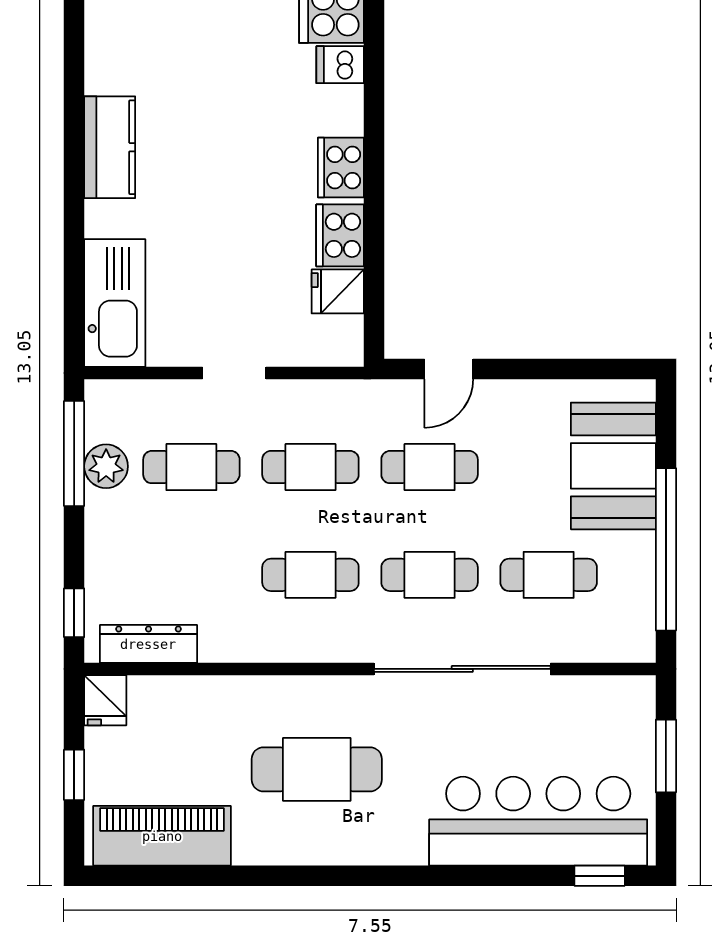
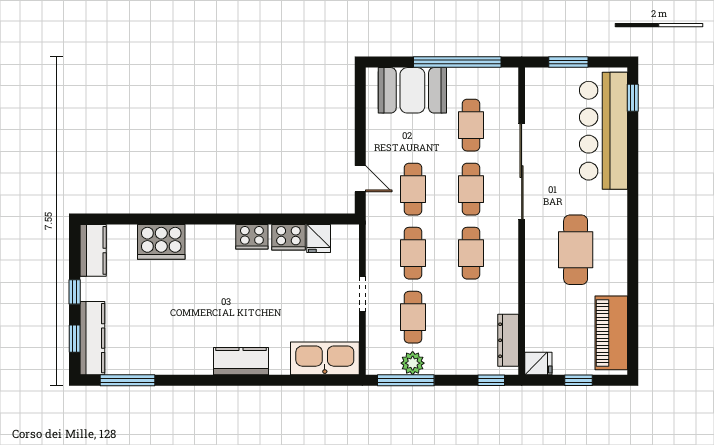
dishwasher: (340, 65) -> (197, 237), removed

